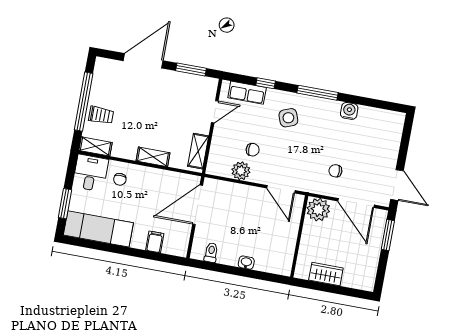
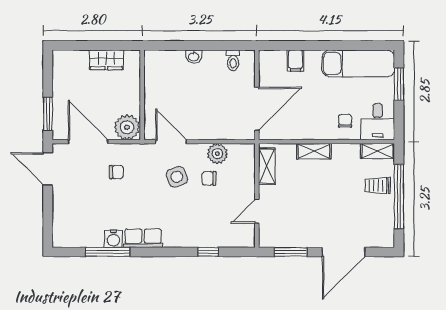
row of seats: (247, 93) -> (143, 238), moved
window: (318, 93) -> (108, 252), moved
side table: (288, 118) -> (177, 177), moved

